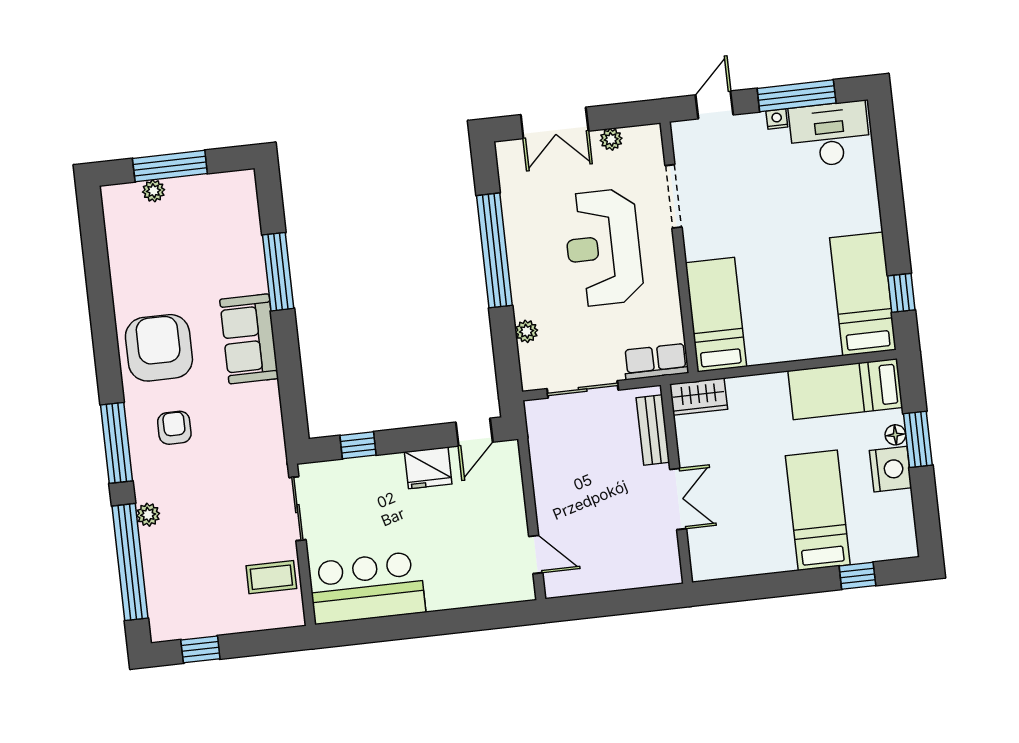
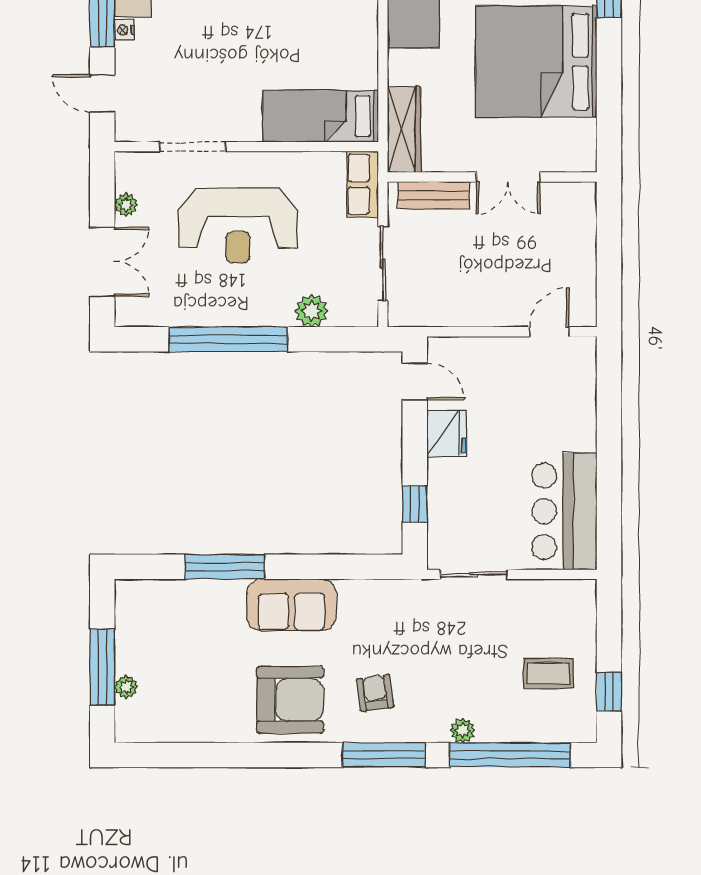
plant: (526, 331) -> (311, 311), width x1.38, depth x1.38
armchair: (159, 348) -> (290, 700), turned 180
wardrobe: (699, 397) -> (404, 130), width x1.50
armchair: (174, 428) -> (375, 693), turned 82
double door: (678, 499) -> (508, 177), swing flipped
bed: (818, 510) -> (536, 62), width x2.04
coffee table: (271, 577) -> (548, 673), moved, turned 90

